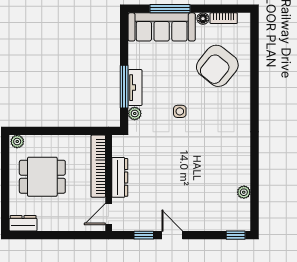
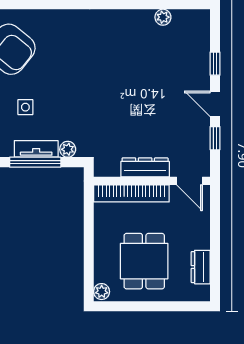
side table: (180, 111) -> (25, 107), moved
dresser: (23, 223) -> (201, 267), moved
door: (172, 235) -> (215, 104), hinge flipped
window: (236, 235) -> (215, 64), moved

